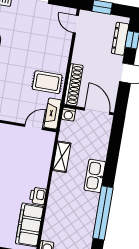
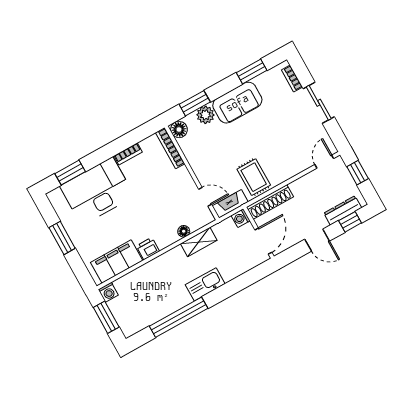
floor lamp: (46, 161) -> (184, 231), added

